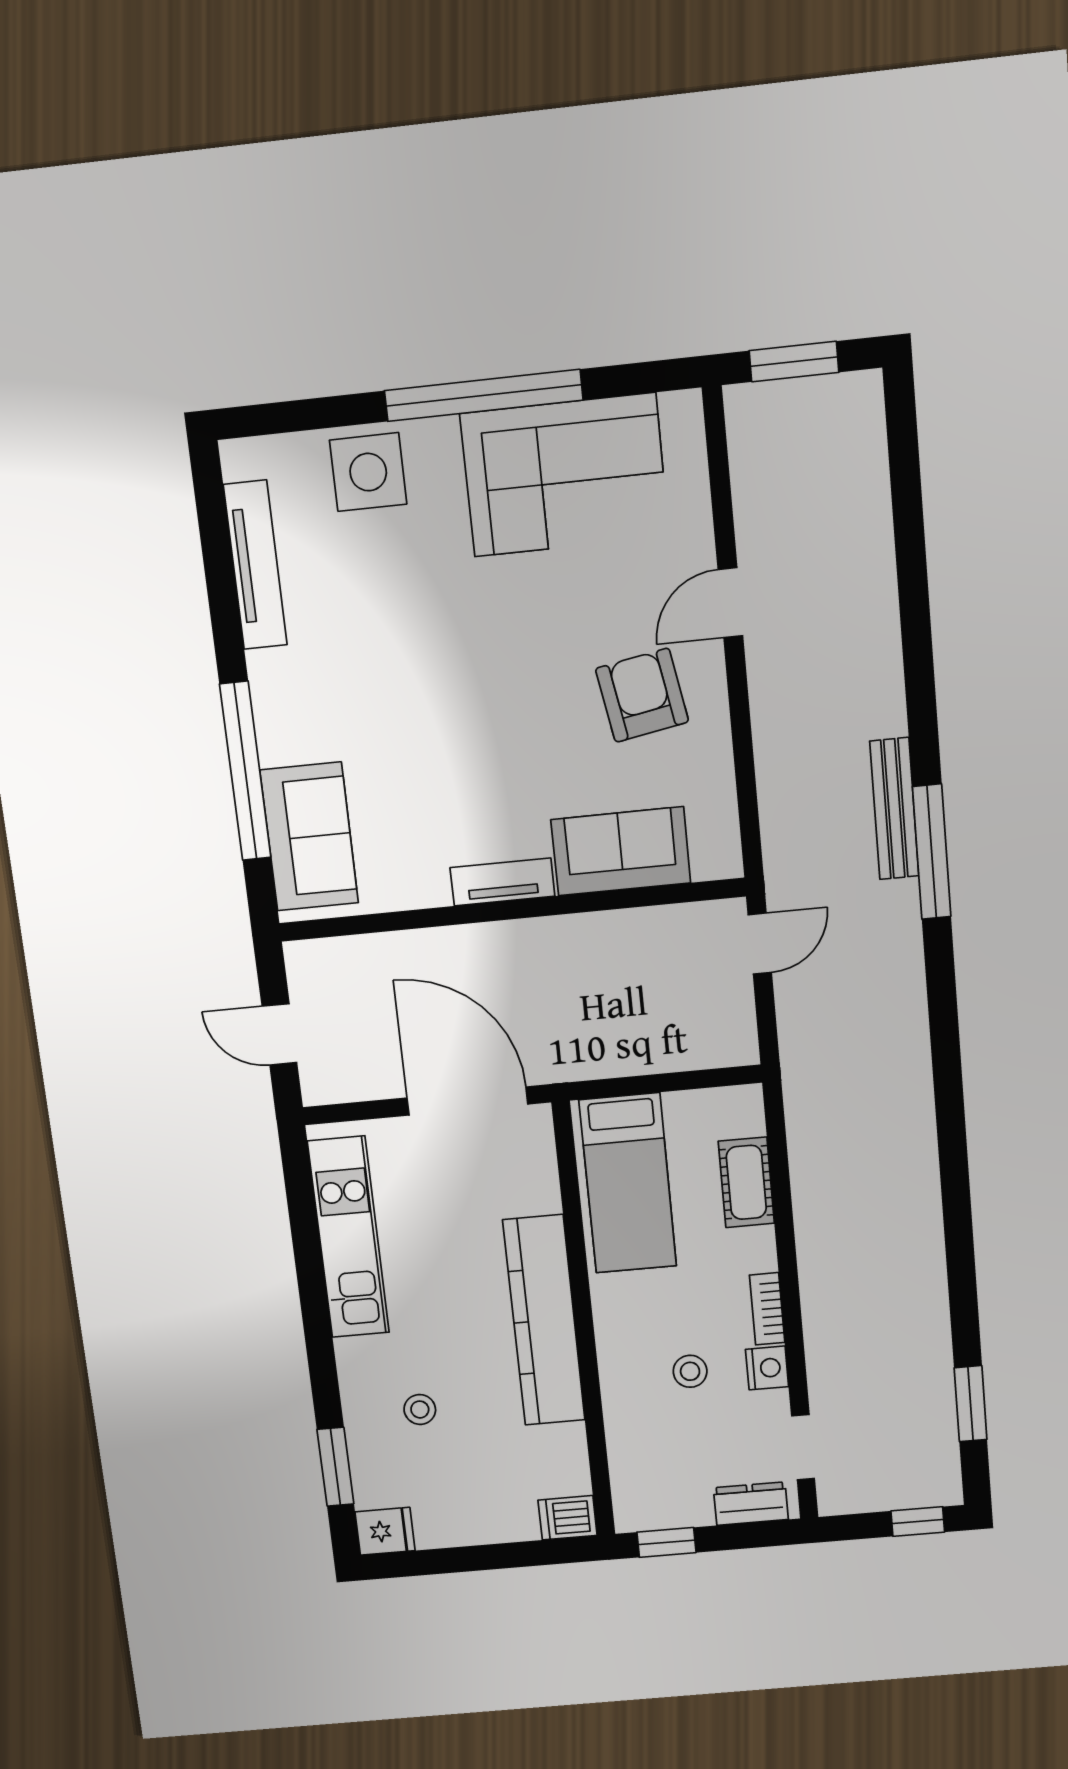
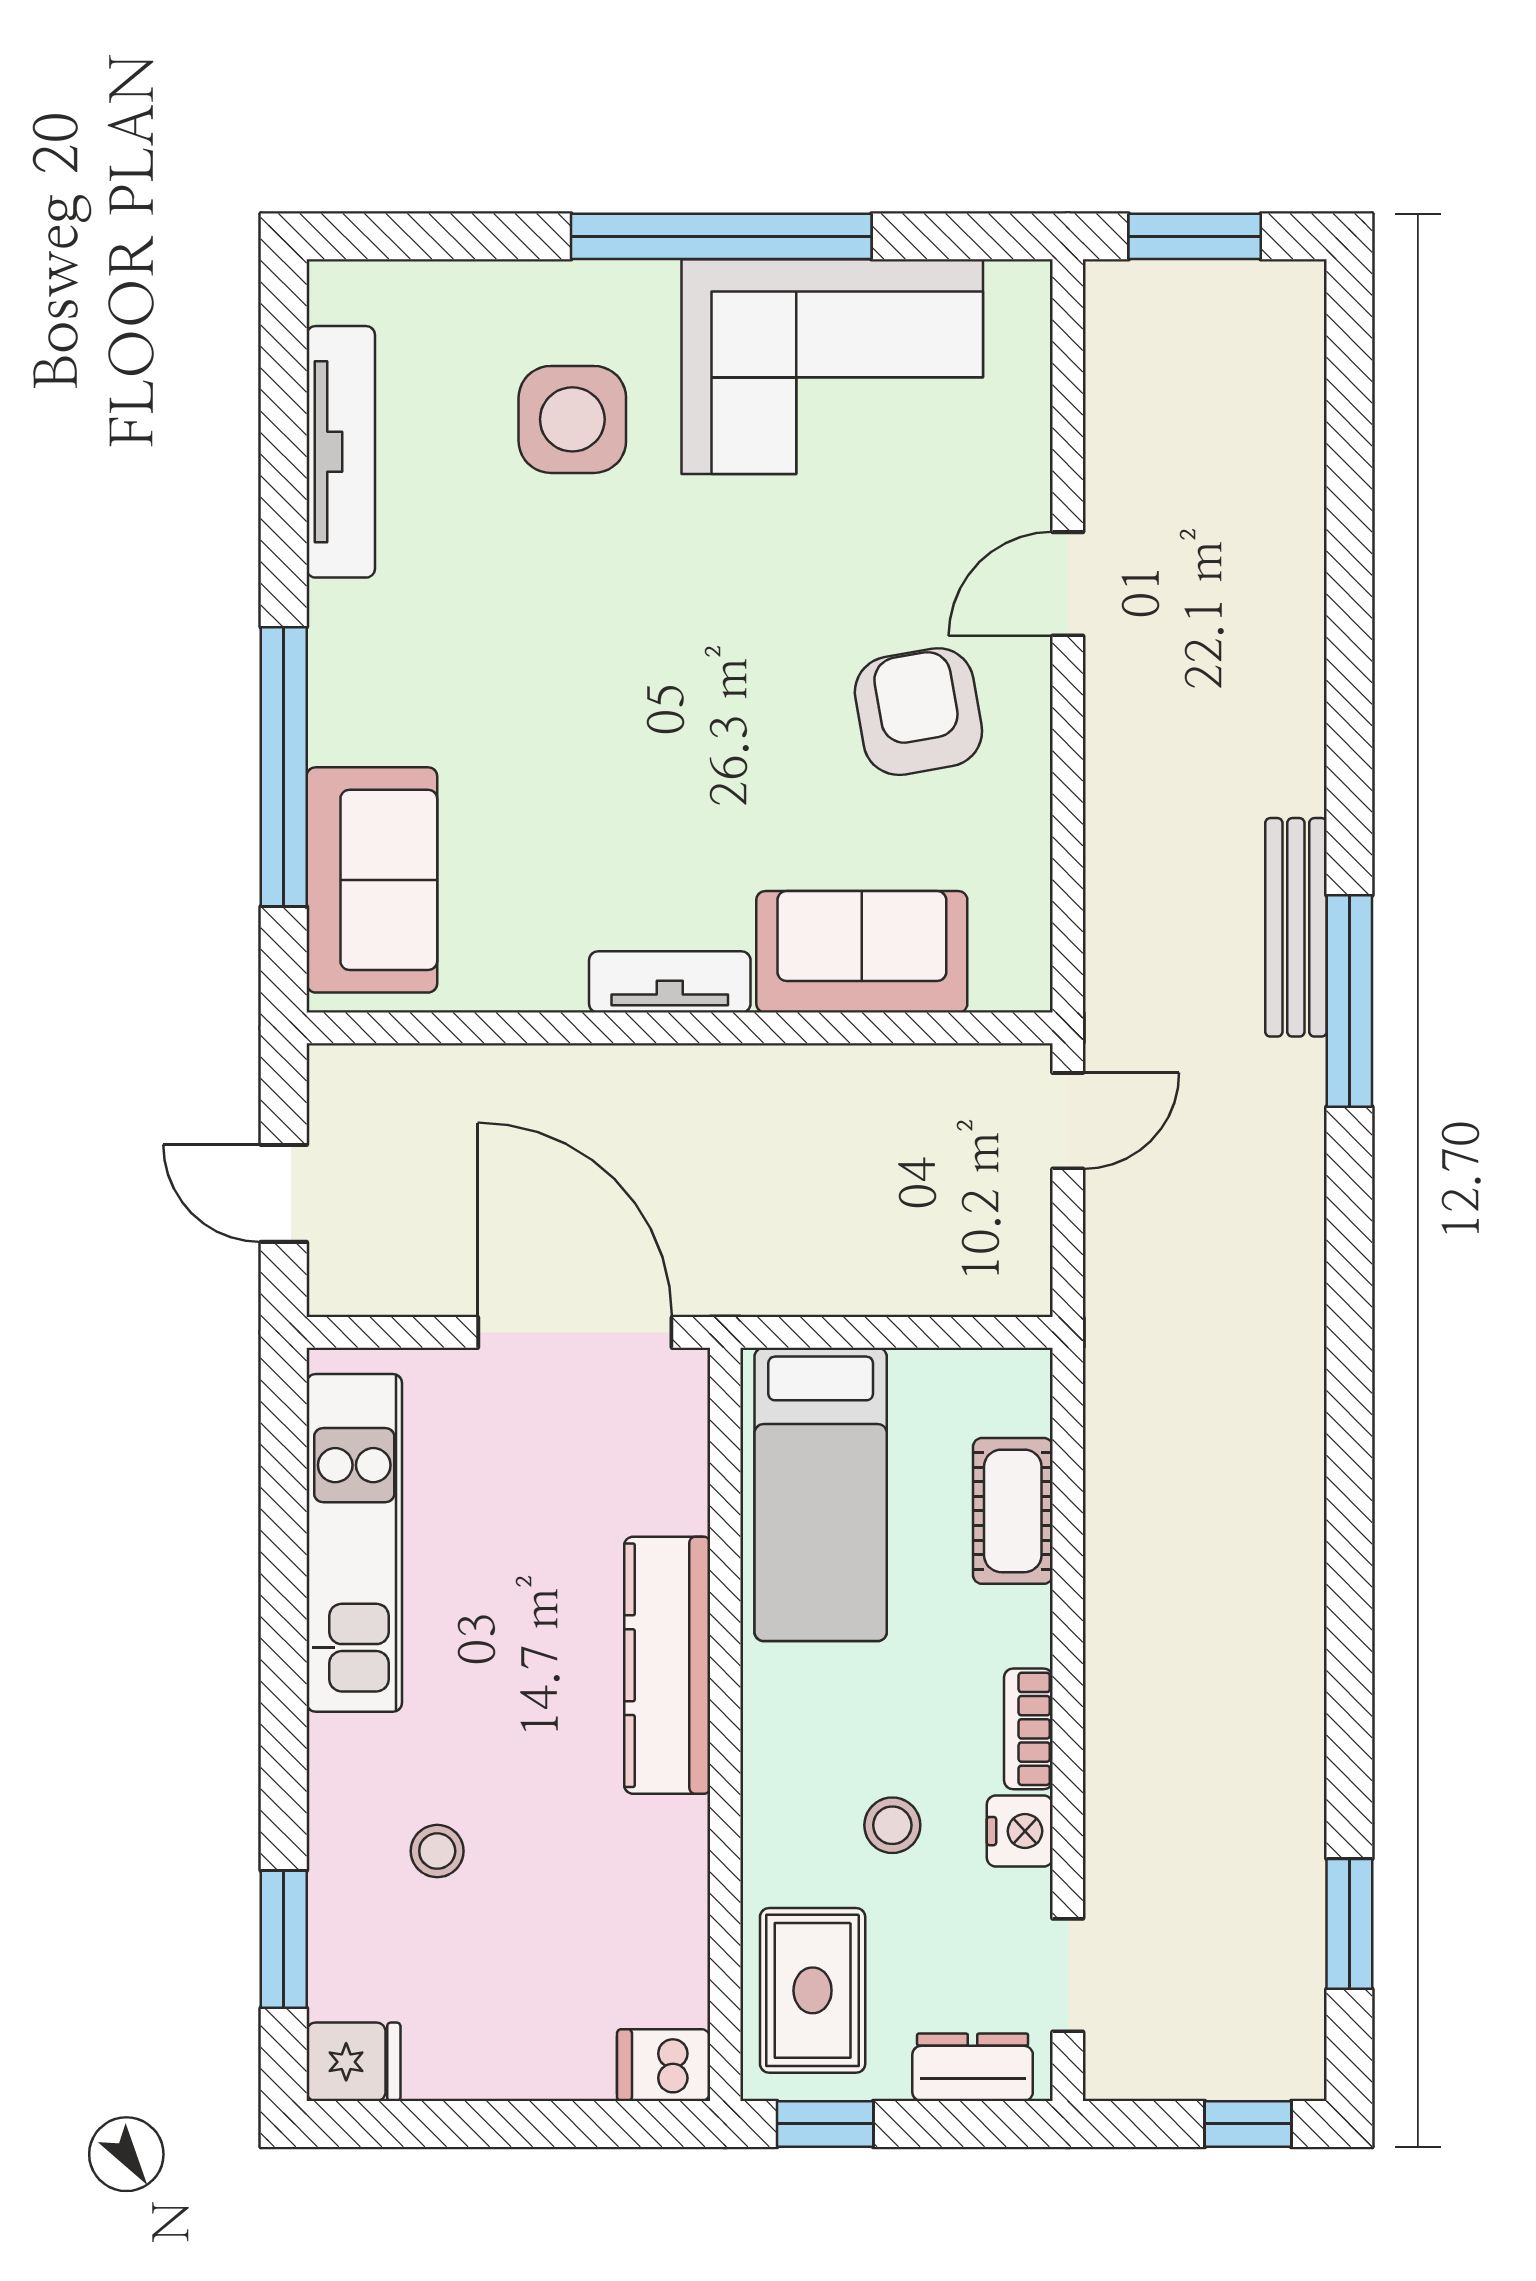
side table: (368, 472) -> (572, 419), moved
kitchen counter: (544, 1321) -> (667, 1665), width x0.72, depth x0.86
rug: (652, 1469) -> (813, 1990), added

